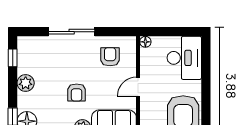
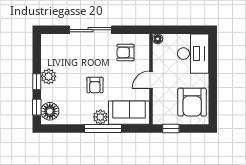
armchair: (110, 57) -> (125, 53), turned -90
window: (13, 58) -> (37, 82), moved

